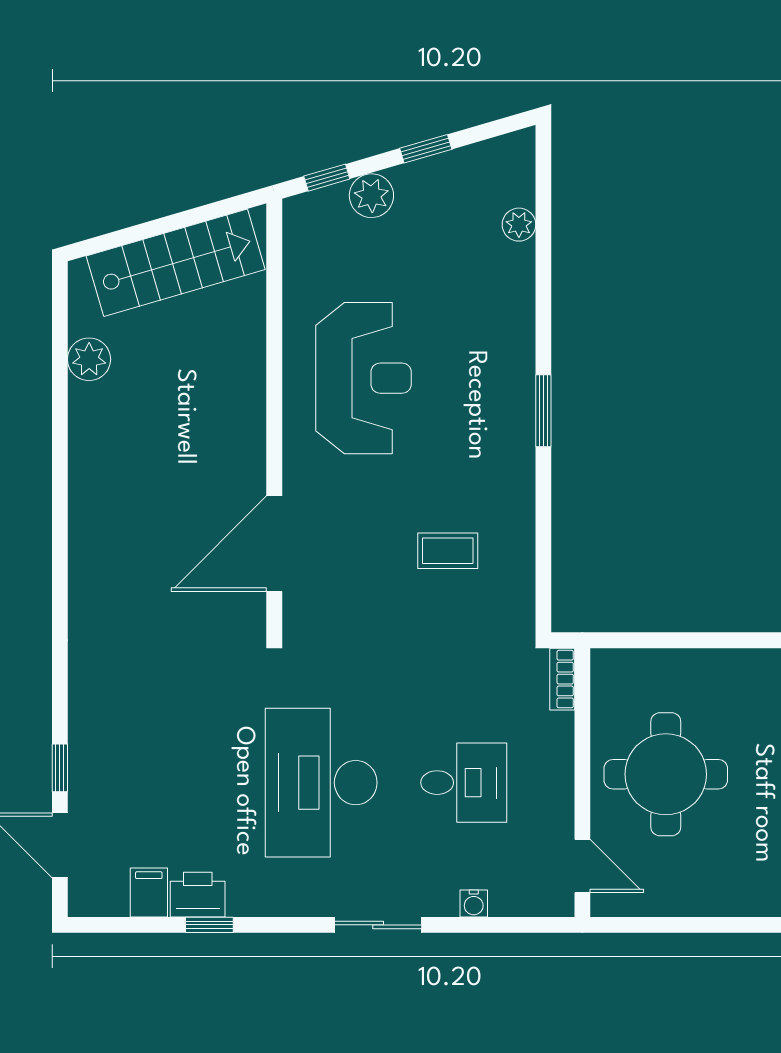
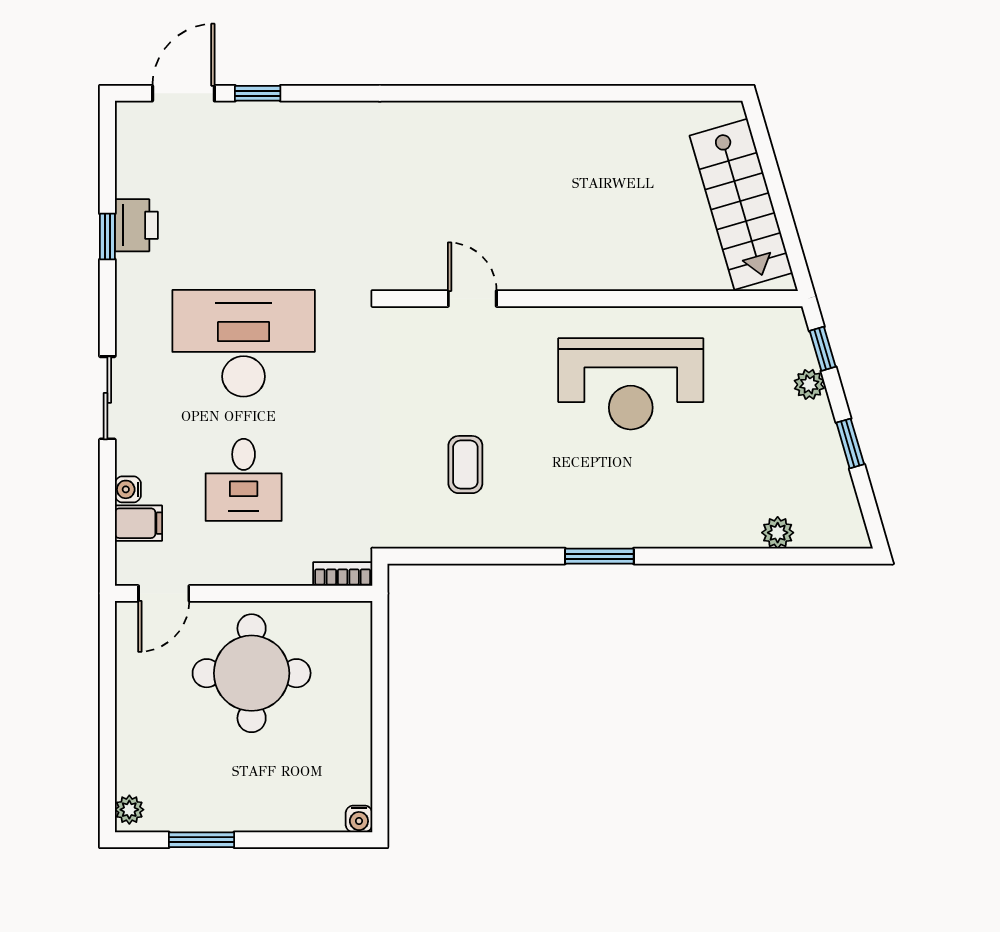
plant: (371, 196) -> (809, 384), width x0.73, depth x0.73
plant: (89, 359) -> (649, 121), removed
door: (274, 544) -> (472, 299), width x0.53
filing cabinet: (149, 892) -> (138, 523), moved

